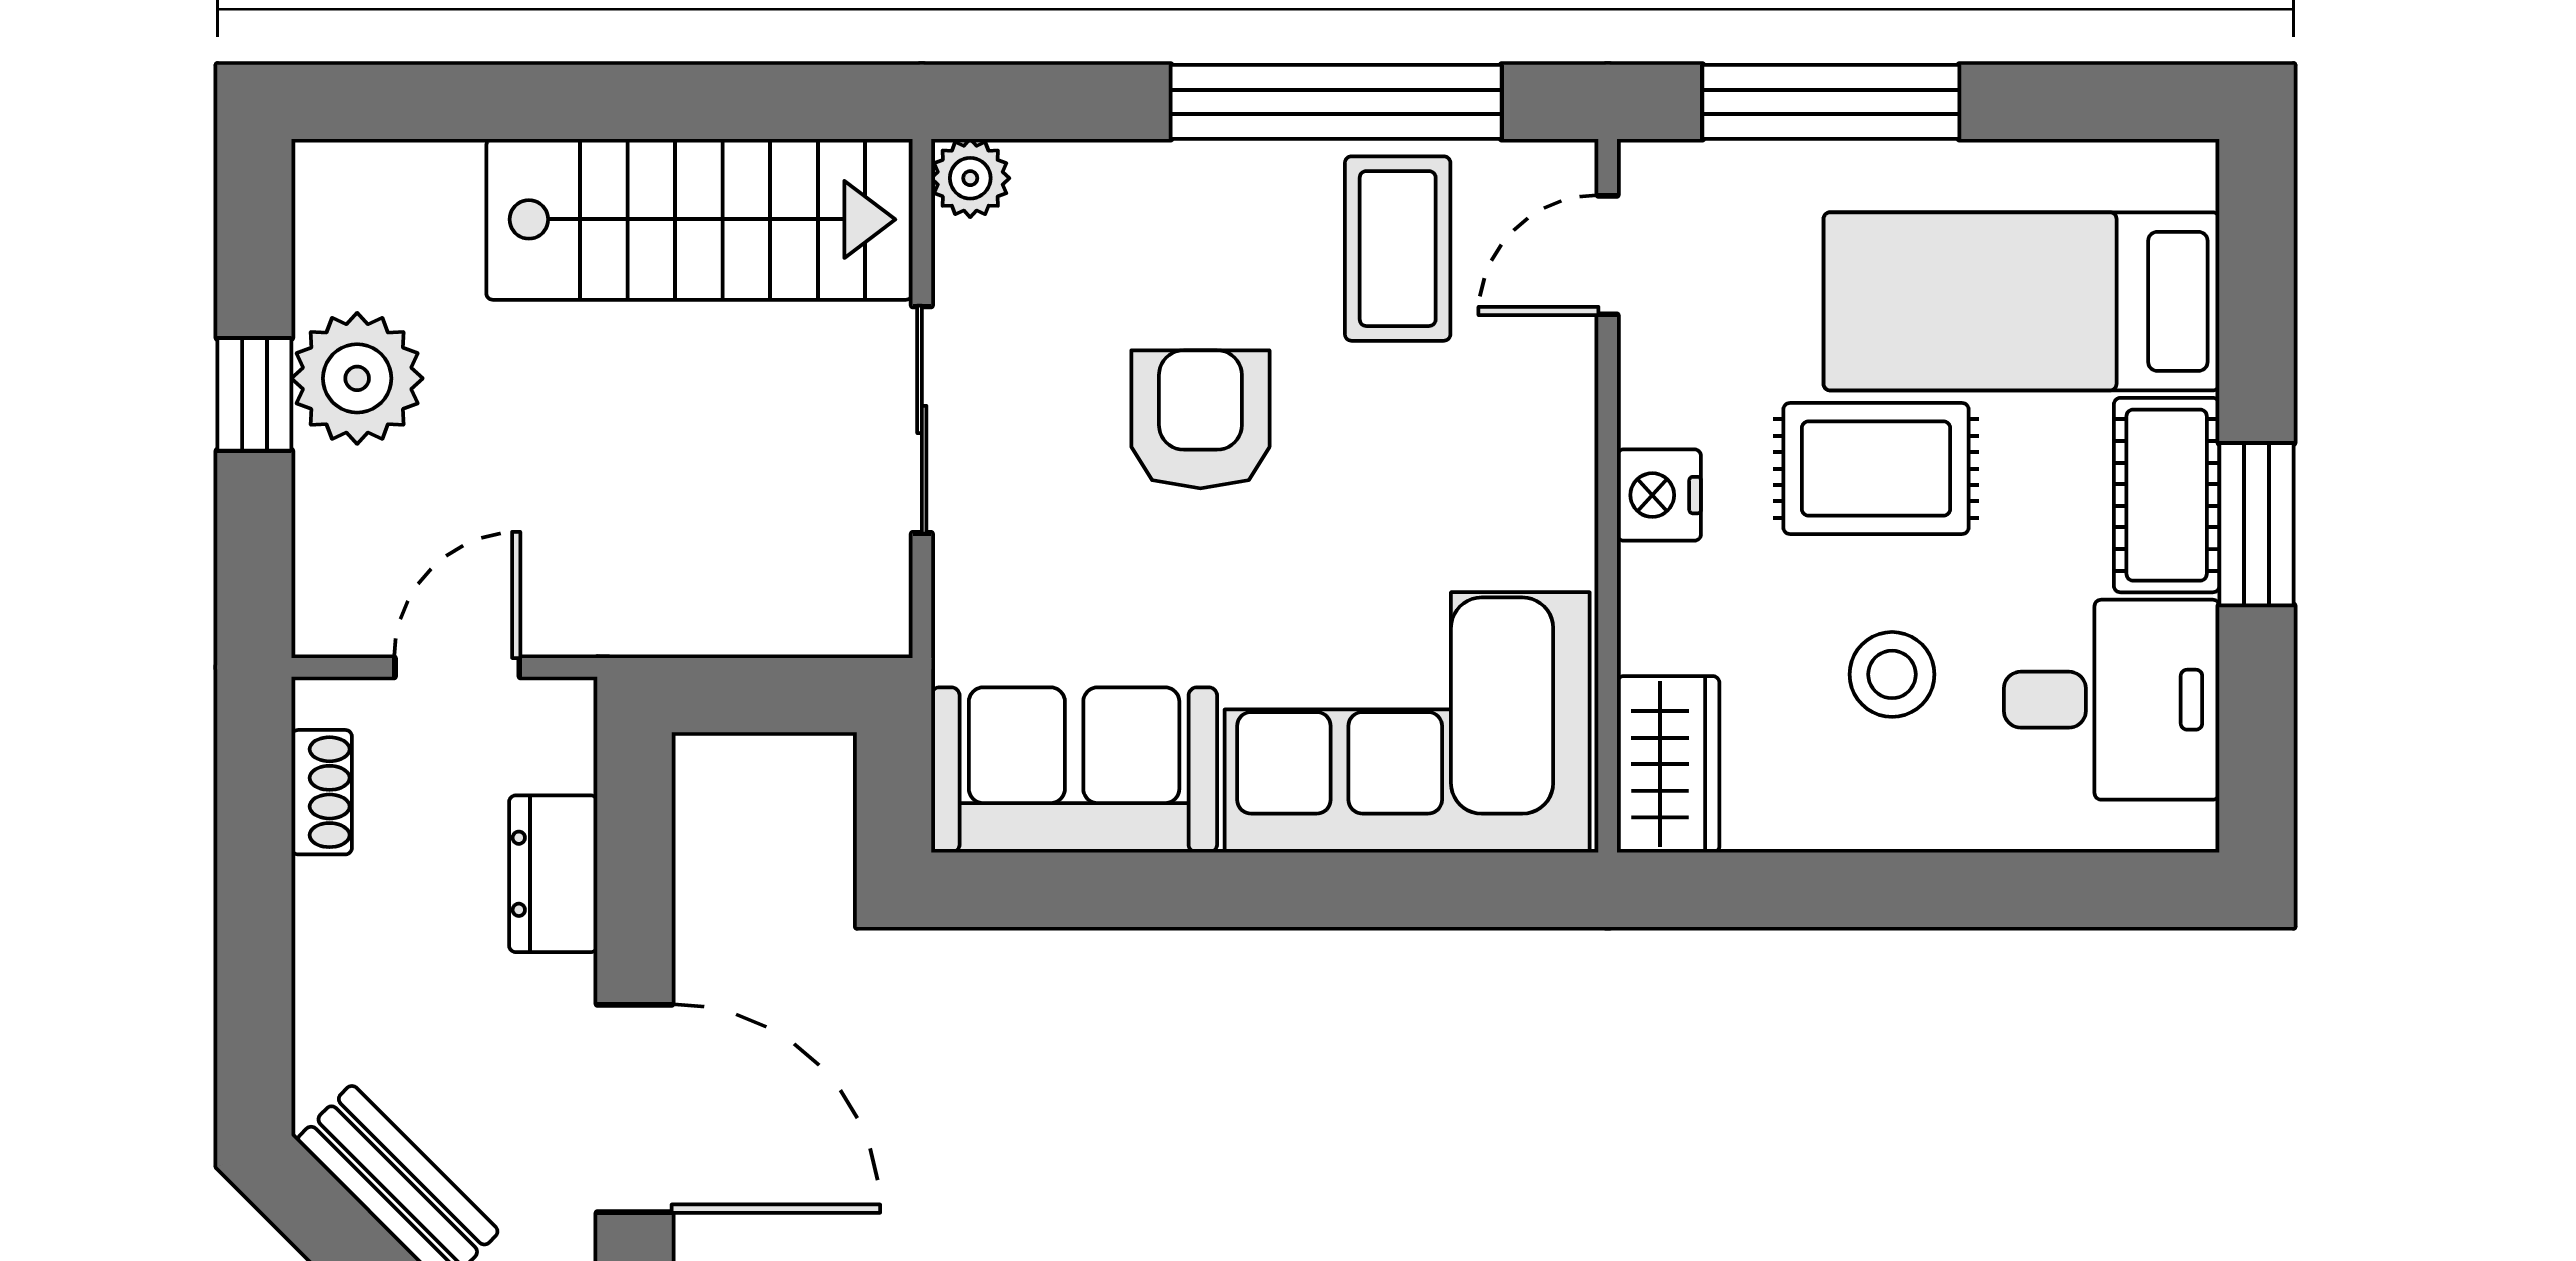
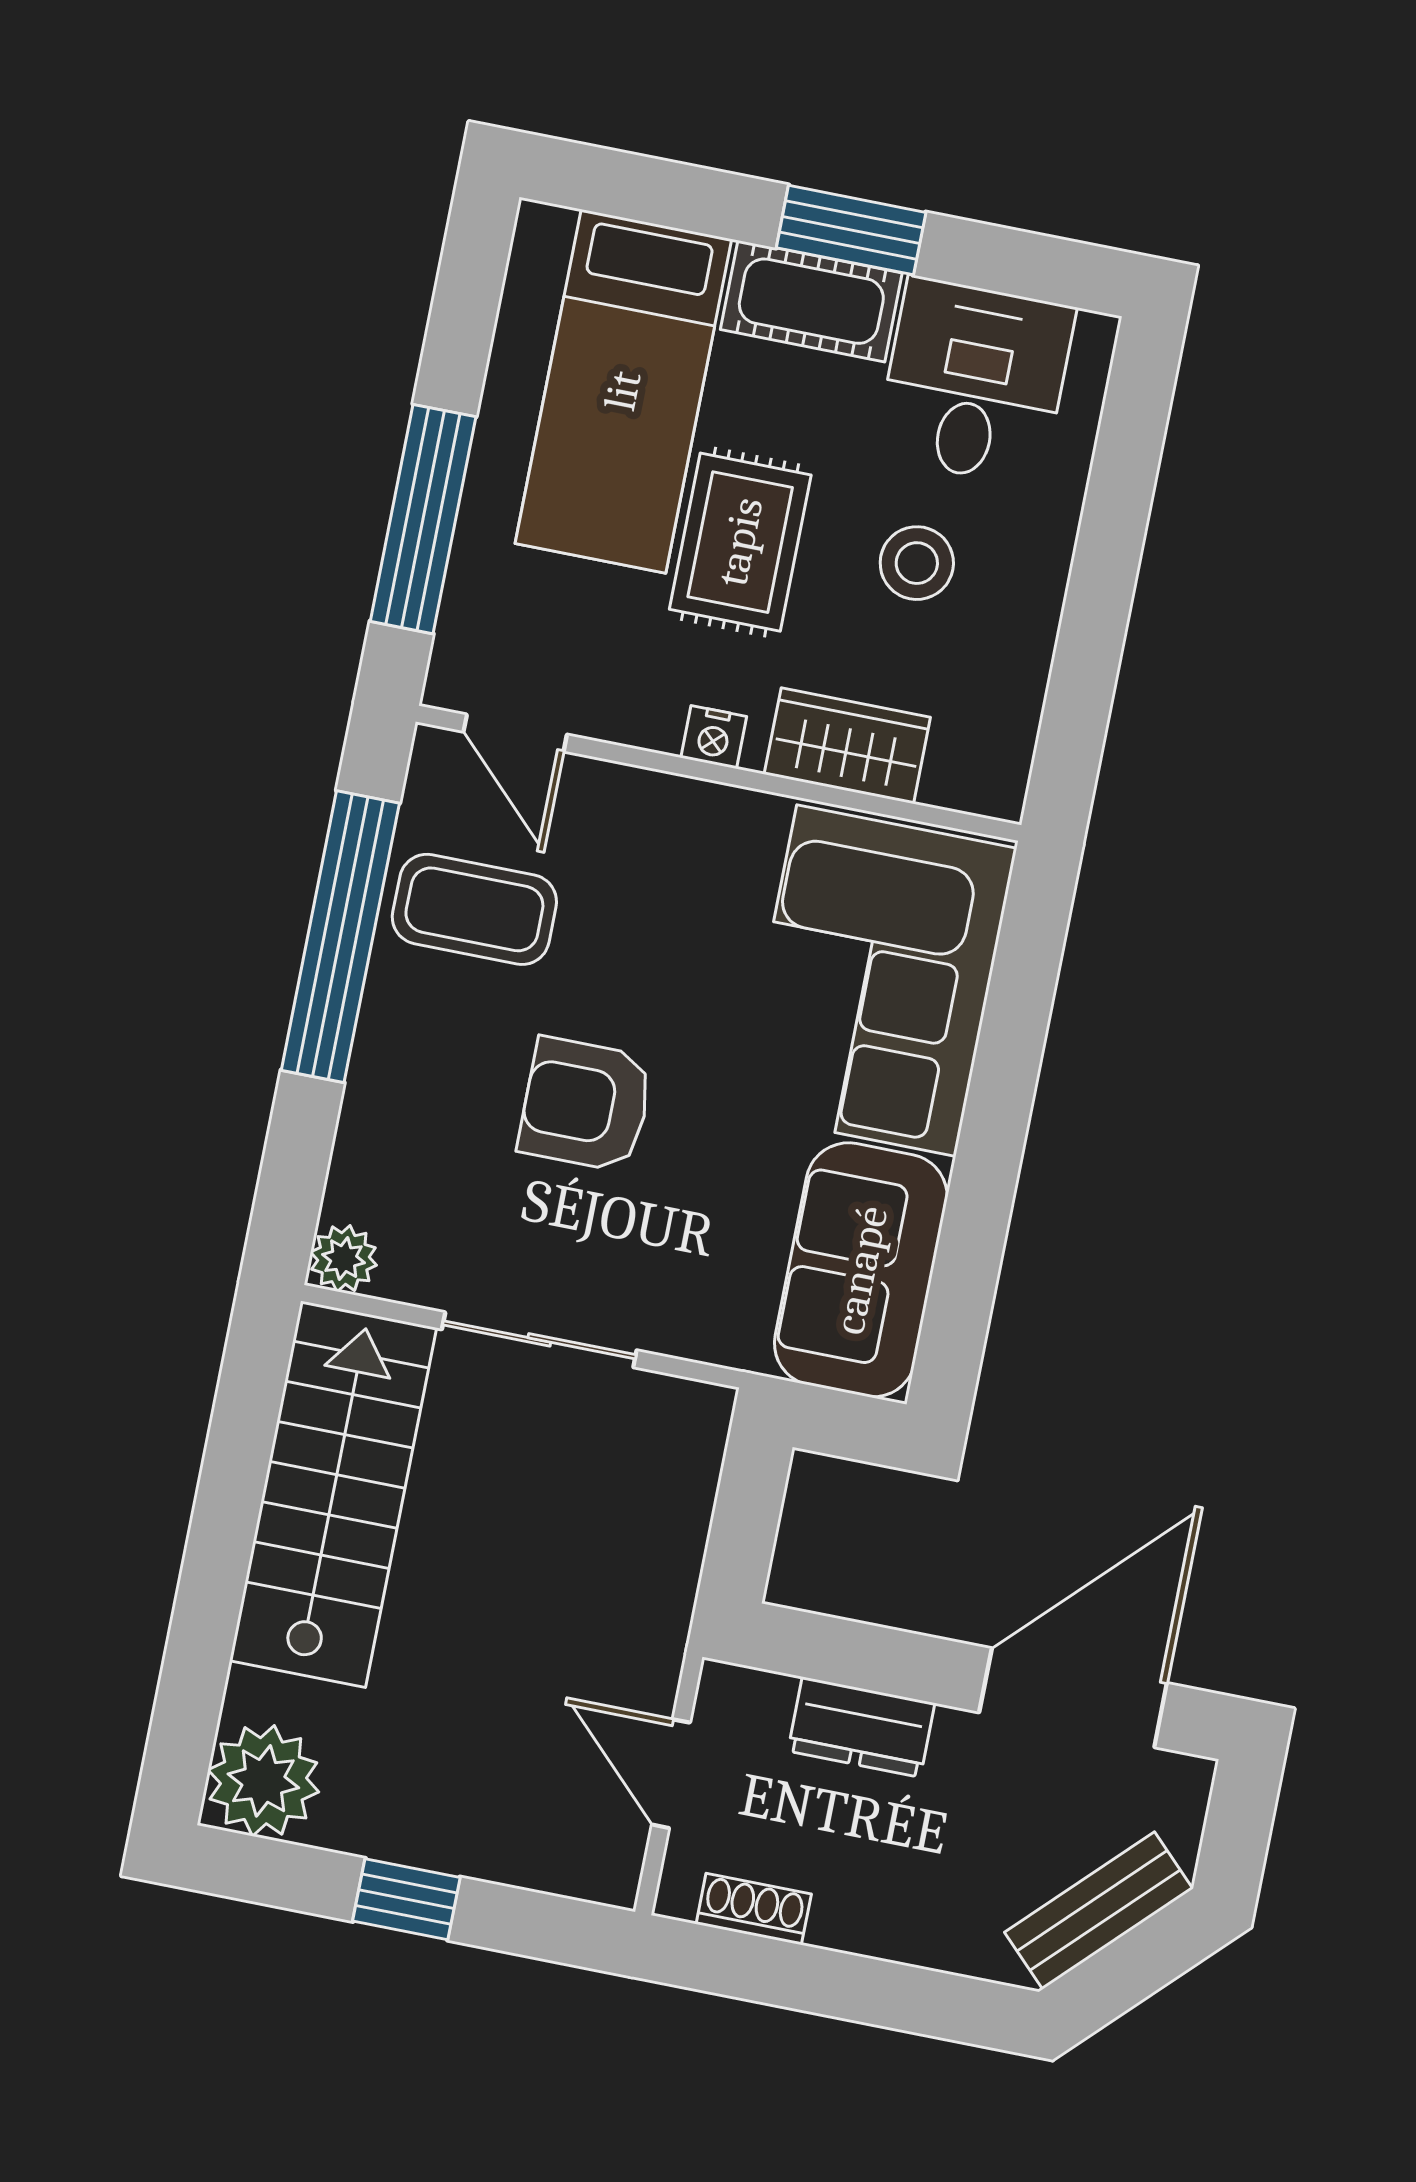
plant: (357, 378) -> (263, 1781), moved
nightstand: (1659, 495) -> (714, 737), width x0.72, depth x0.74
wardrobe: (1668, 764) -> (847, 746), moved

